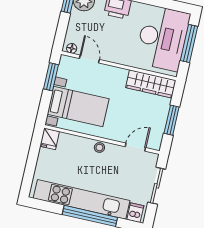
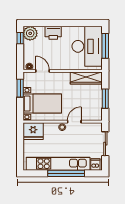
fridge: (50, 139) -> (33, 131), width x1.88, depth x1.34
door: (135, 147) -> (74, 122), moved

